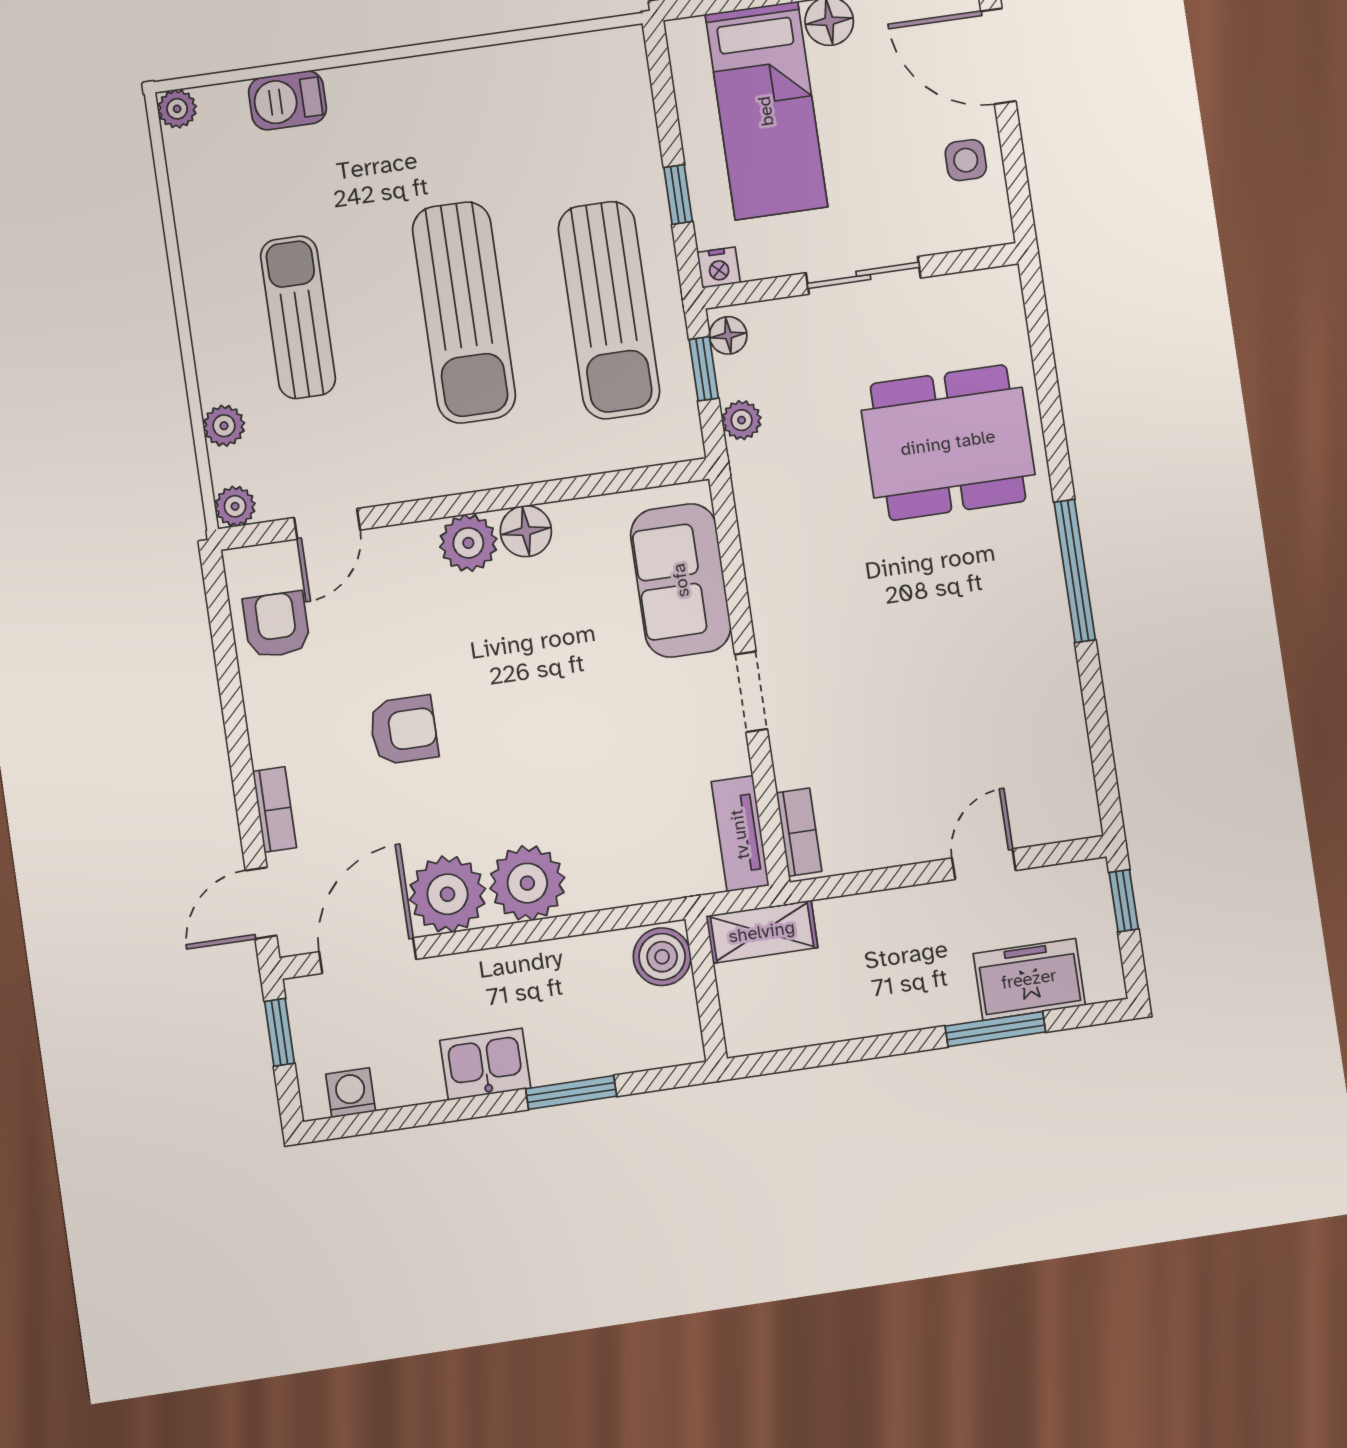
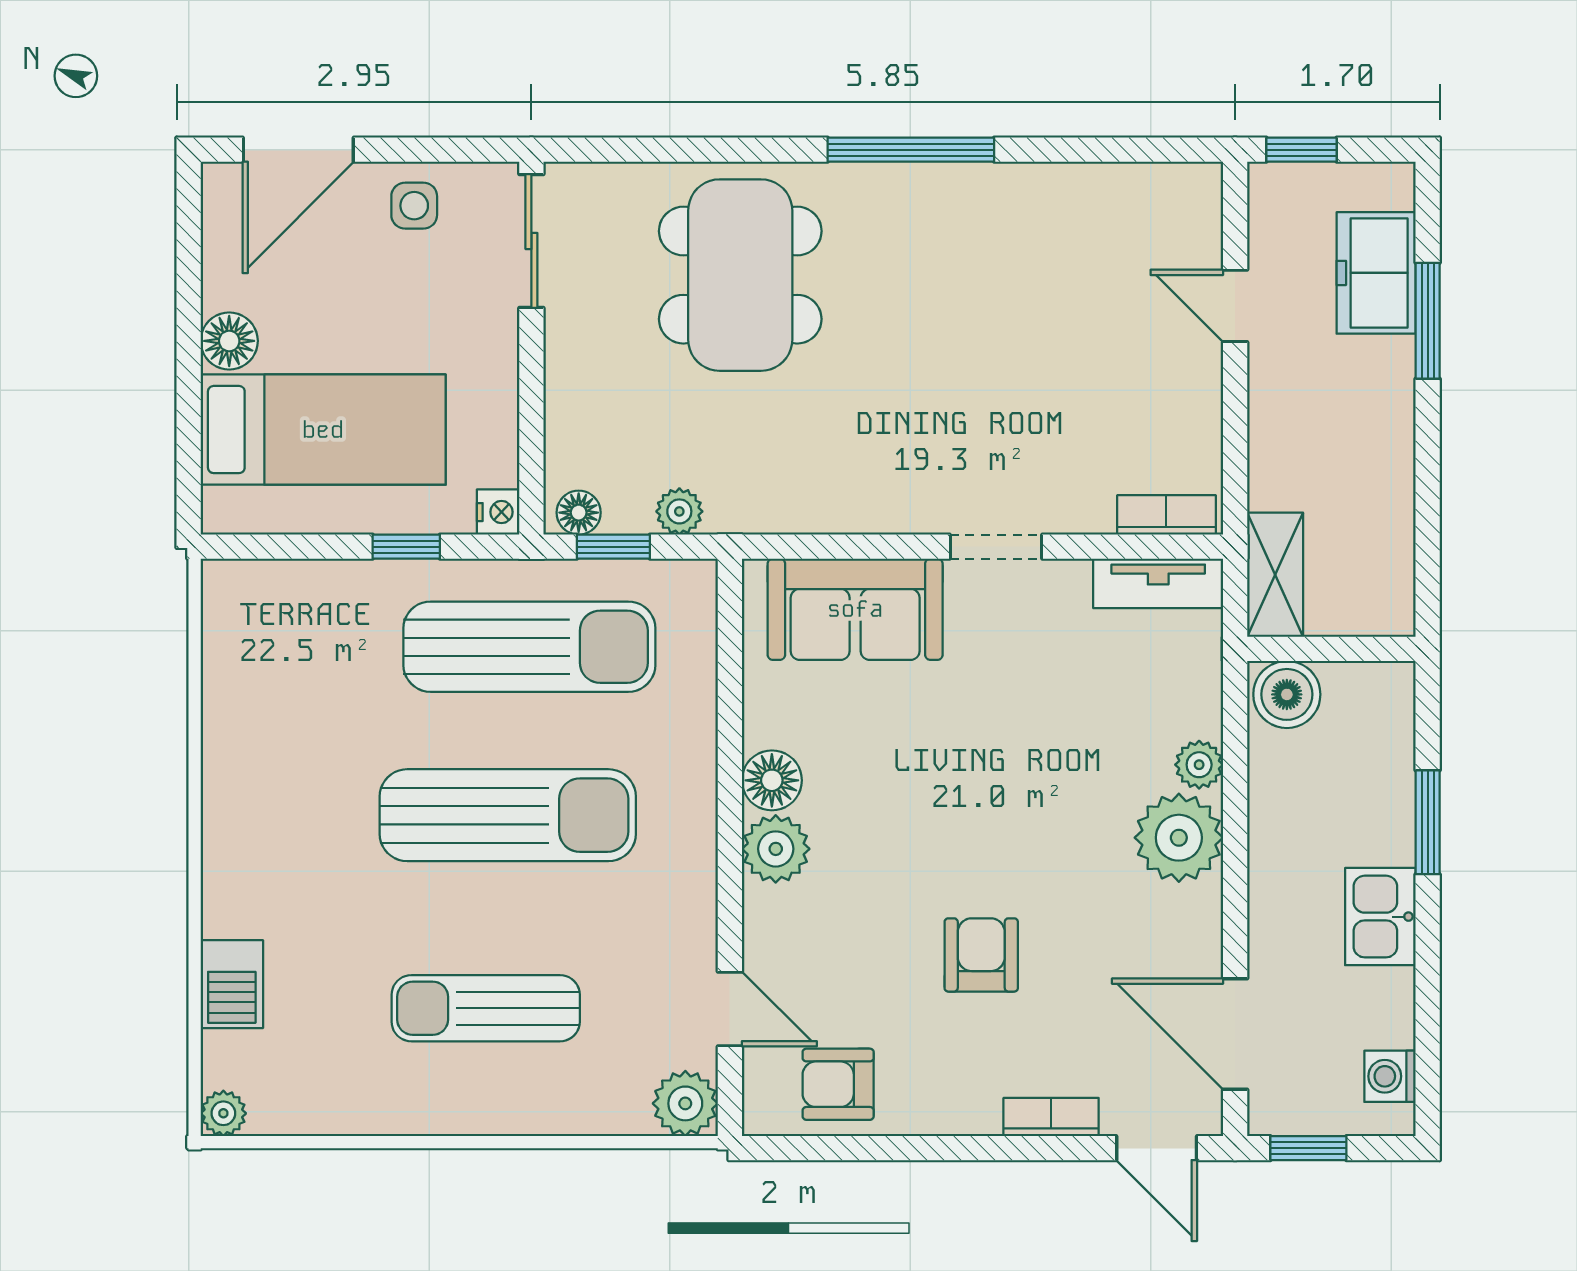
sliding door: (863, 275) -> (531, 241), moved
plant: (224, 426) -> (599, 1112), removed
plant: (235, 506) -> (685, 1103), width x1.38, depth x1.38
plant: (447, 894) -> (1199, 765), moved, width x0.53, depth x0.53

